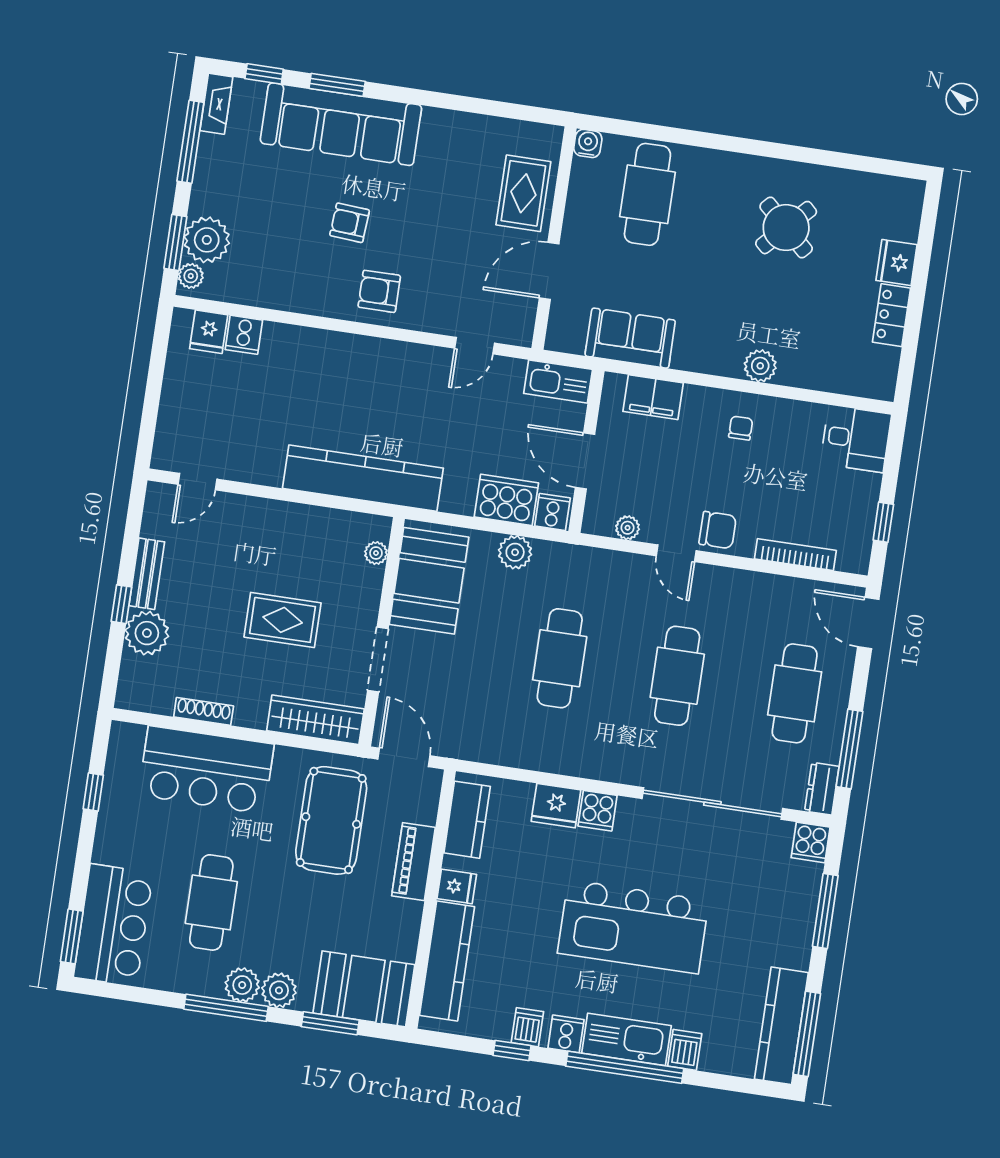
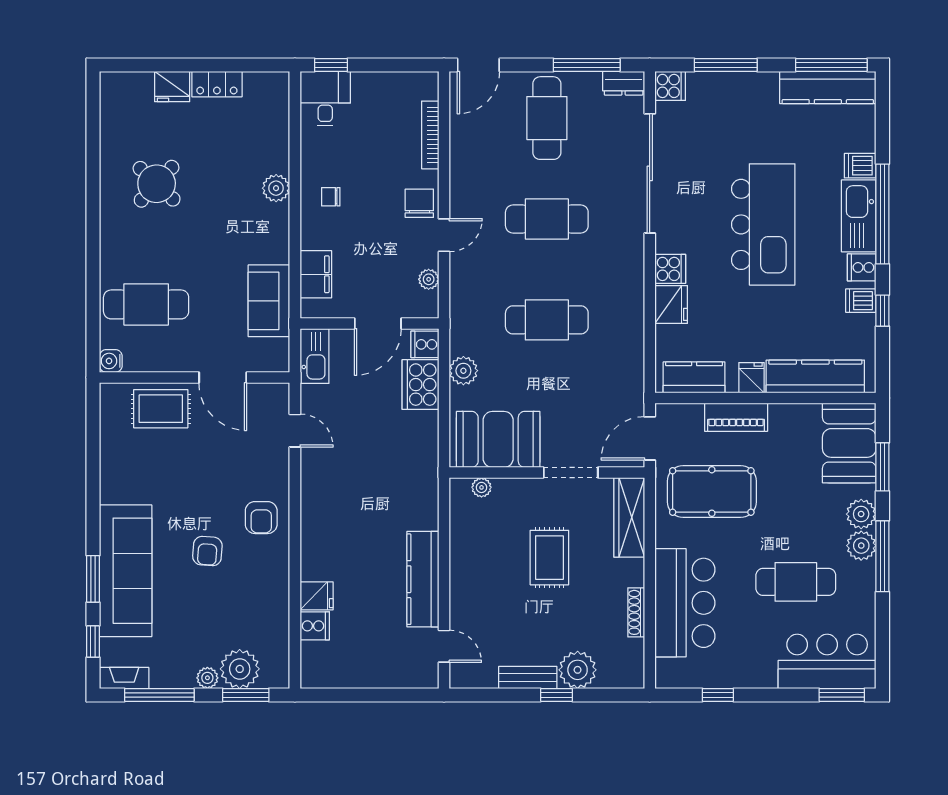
plant: (191, 276) -> (207, 678), moved
fridge: (209, 332) -> (317, 596), moved
kitchen counter: (363, 478) -> (423, 579), moved, width x0.72, depth x0.86
window: (883, 522) -> (331, 65), moved
cafe table: (795, 693) -> (547, 118), turned 90

